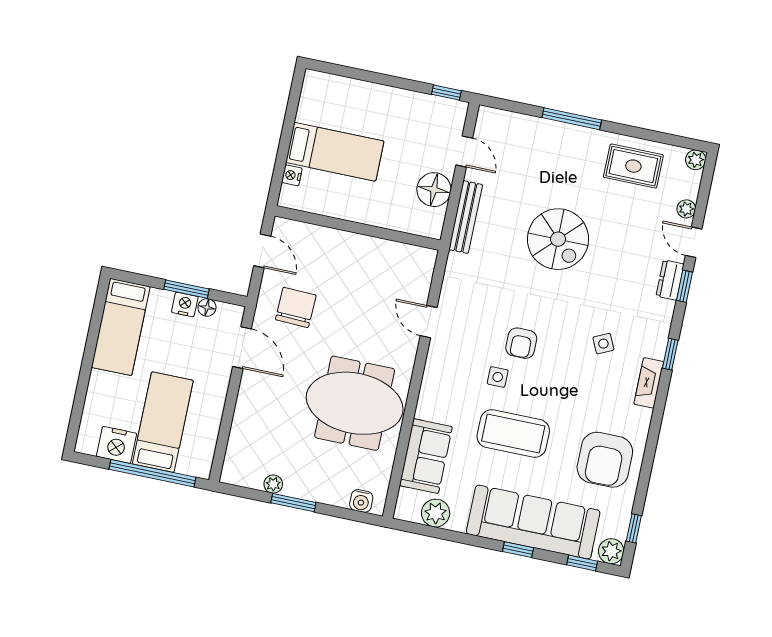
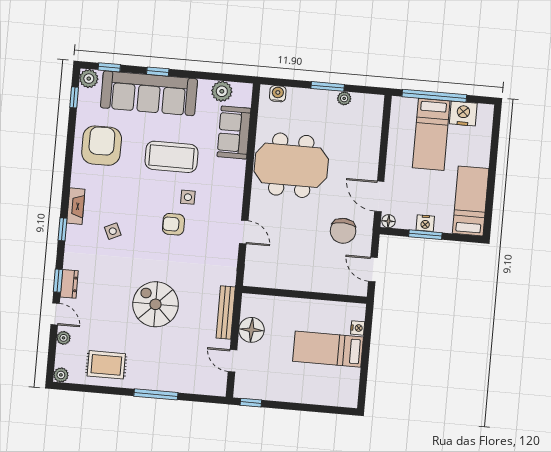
floor lamp: (207, 307) -> (388, 221), moved
armchair: (521, 343) -> (173, 224), turned -90

